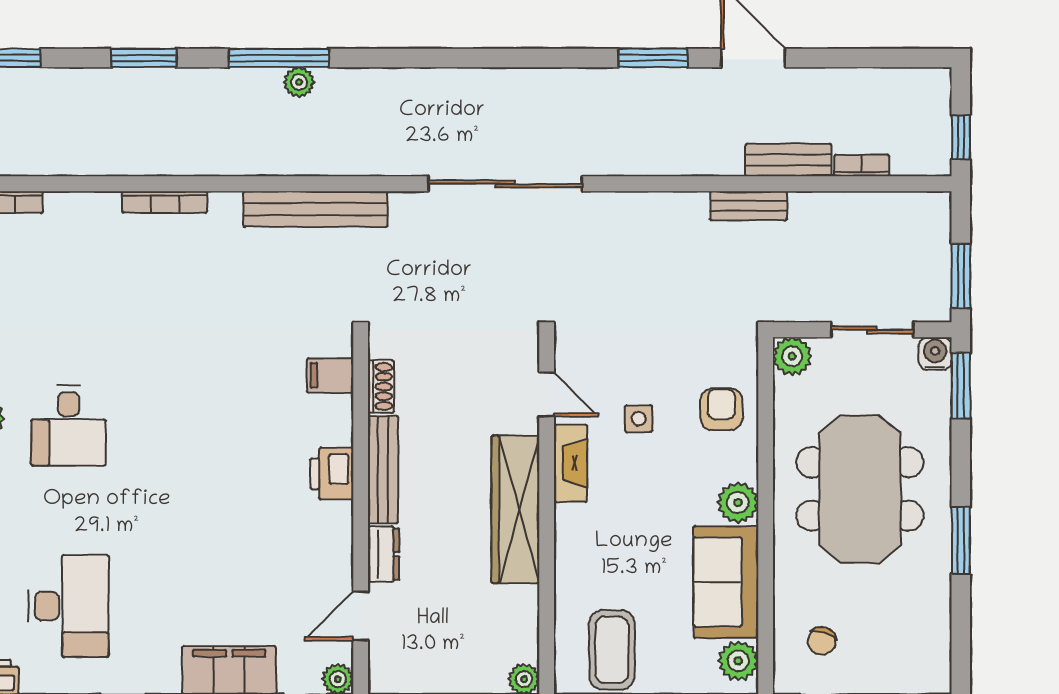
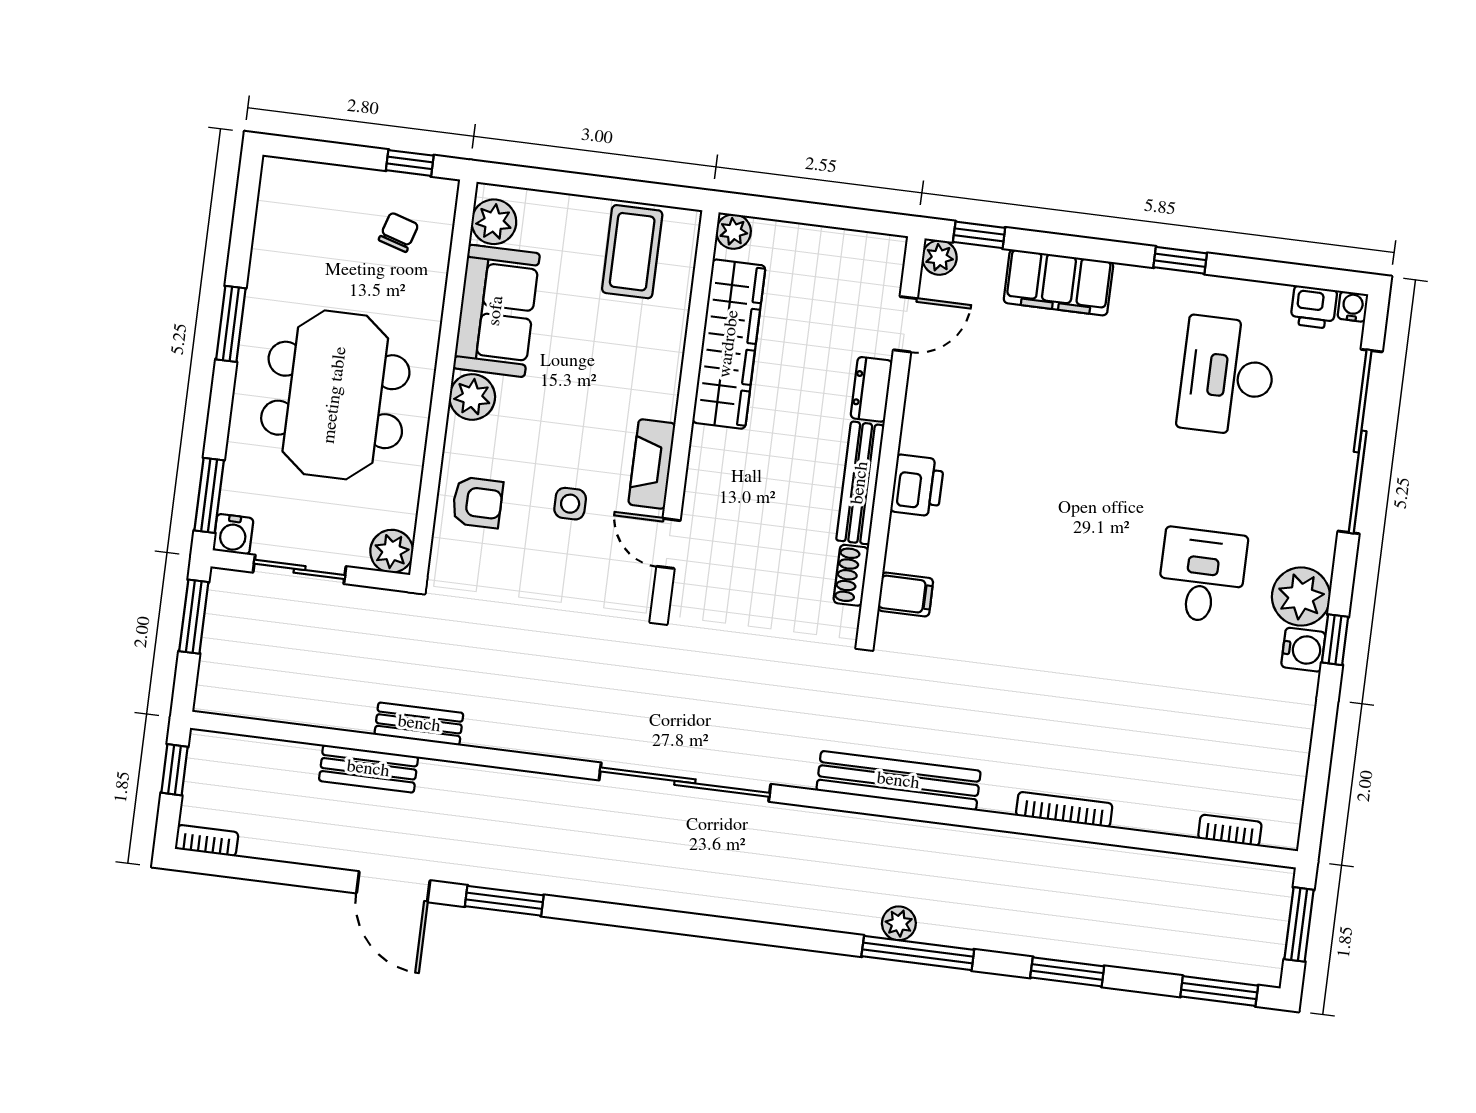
bookcase: (862, 166) -> (207, 841), moved, turned 180
armchair: (721, 409) -> (477, 502), turned -90
wardrobe: (515, 509) -> (729, 344), moved

